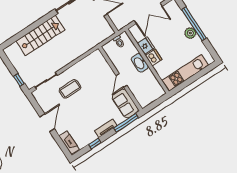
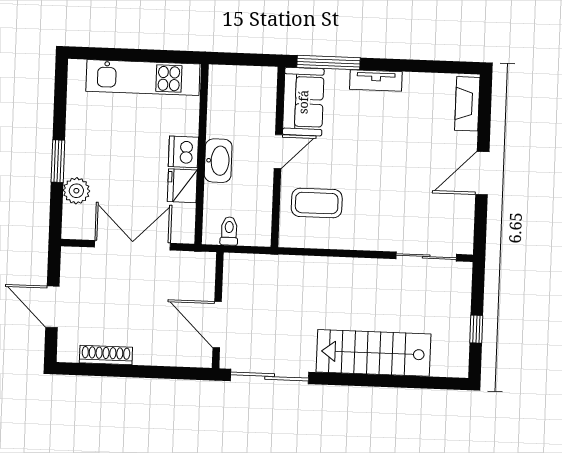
window: (194, 24) -> (58, 161), width x0.47
plant: (190, 33) -> (76, 191), moved
window: (19, 80) -> (476, 329), moved
coffee table: (70, 89) -> (317, 203), moved
window: (95, 144) -> (419, 66), removed

